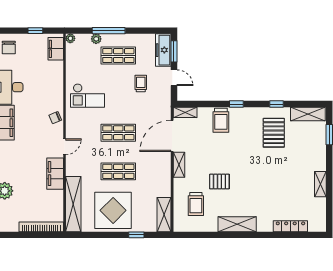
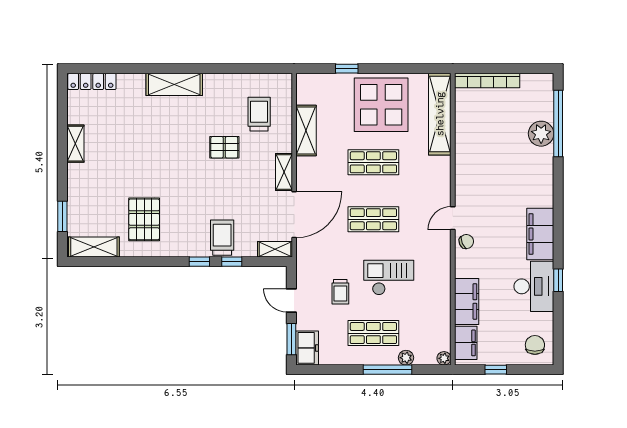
freezer: (163, 50) -> (307, 348), width x0.71
checkout: (87, 96) -> (389, 278), moved
window: (277, 104) -> (232, 262), moved
door: (65, 147) -> (453, 218), moved
filing cabinet: (55, 174) -> (467, 301), moved
shelving: (164, 215) -> (306, 131), moved
shelving: (237, 224) -> (174, 84), moved
locker: (290, 226) -> (92, 81), moved

